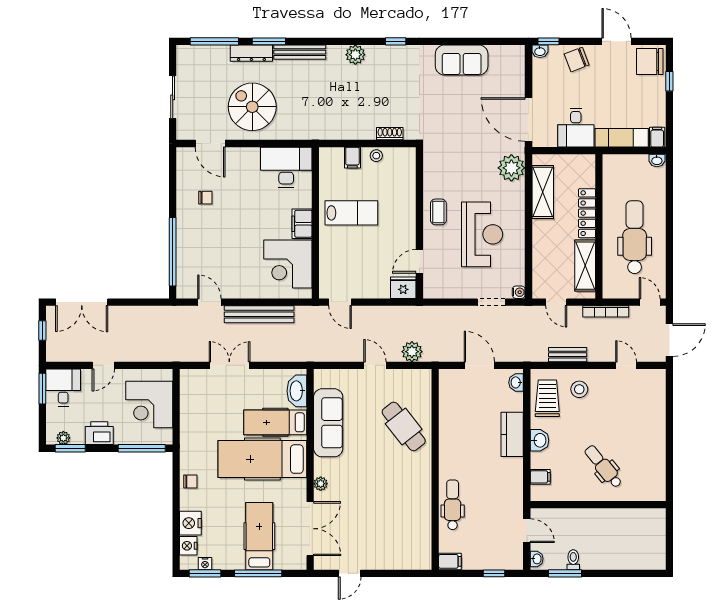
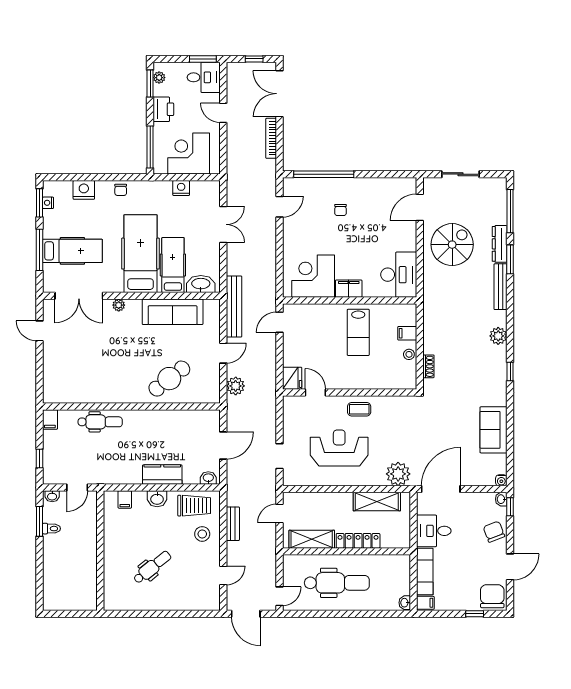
chair: (205, 198) -> (341, 210), moved
reception desk: (482, 234) -> (339, 448), turned 180
water cooler: (519, 292) -> (501, 480), moved
bookcase: (606, 311) -> (271, 138), moved
bench: (259, 314) -> (234, 307), moved
dental chair: (603, 467) -> (152, 567), moved
nightstand: (188, 546) -> (181, 188), moved

